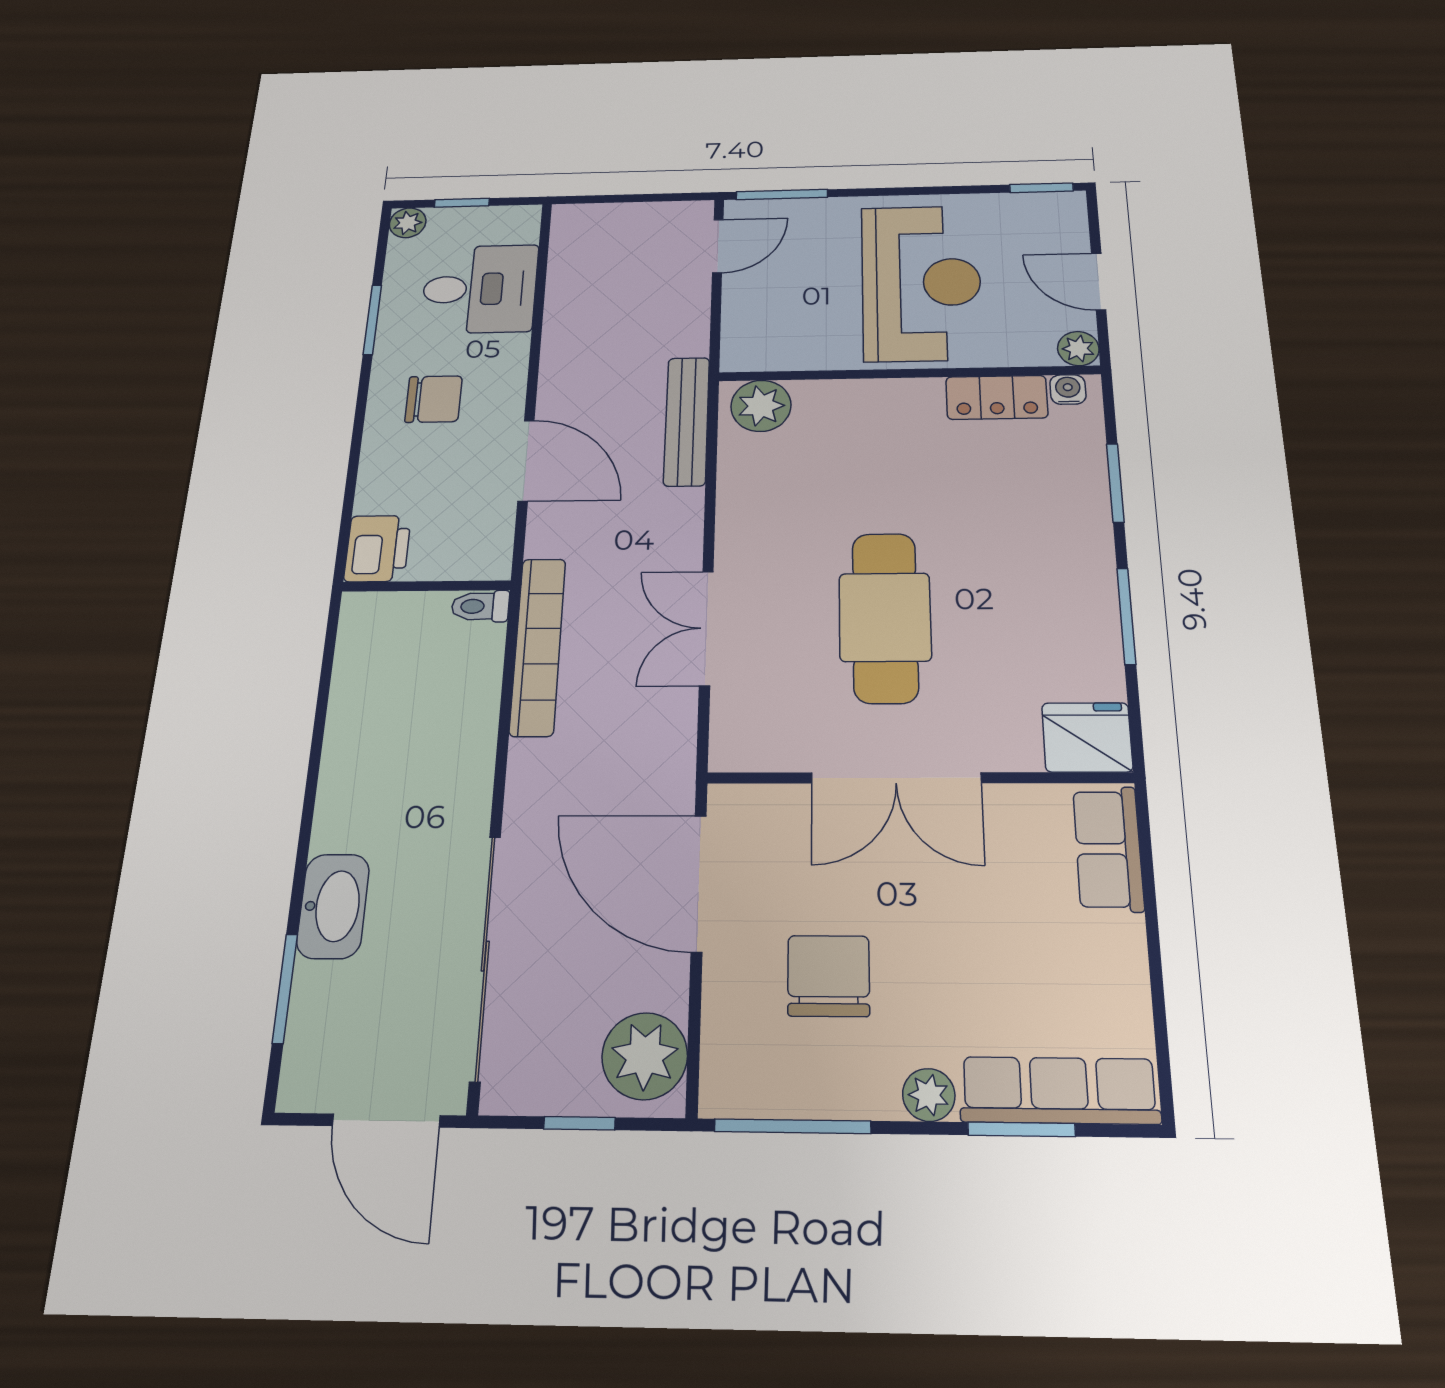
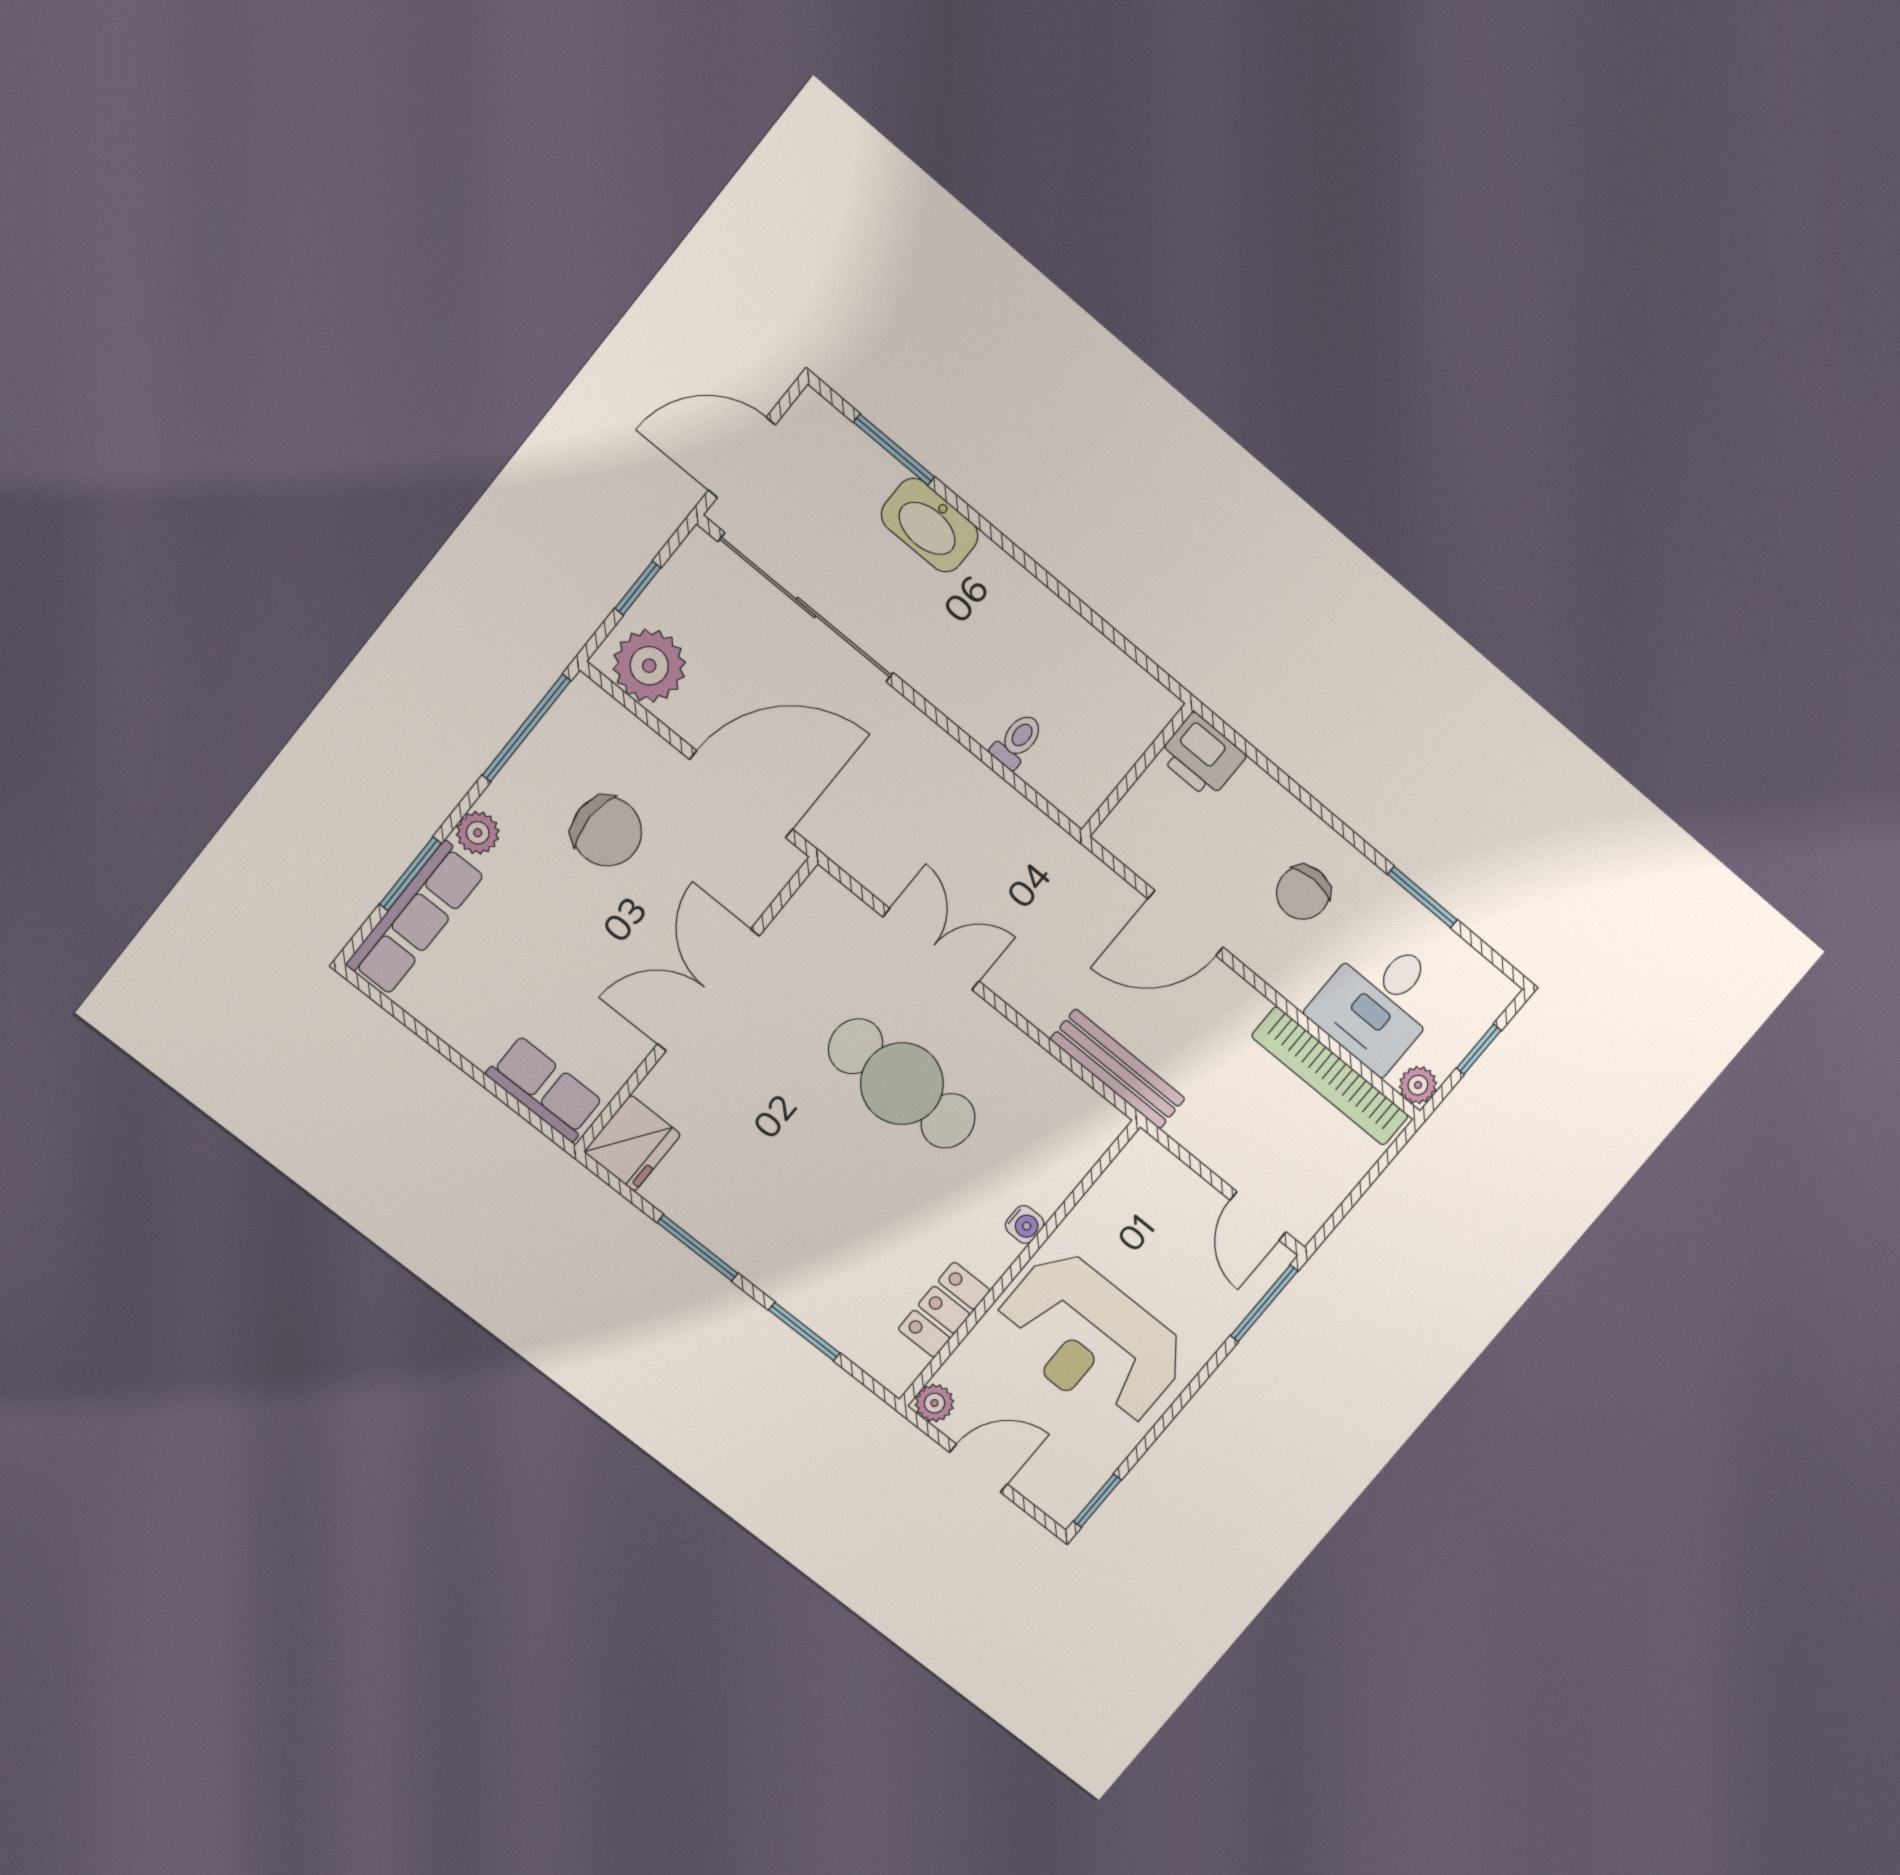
plant: (408, 223) -> (1418, 1085), moved
water cooler: (1068, 390) -> (1025, 1224), moved
plant: (761, 406) -> (1084, 1134), removed
toilet: (480, 606) -> (1017, 741), moved
cafe table: (885, 617) -> (902, 1084), moved
bookcase: (538, 646) -> (1330, 1076), moved

